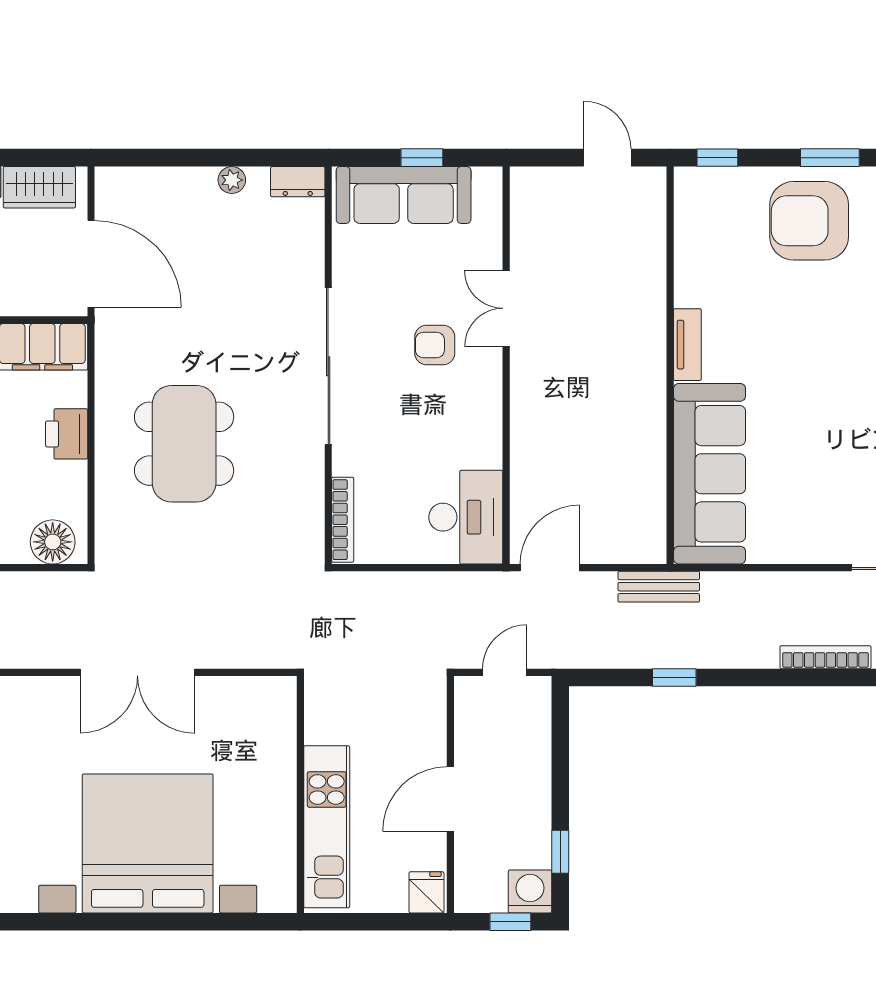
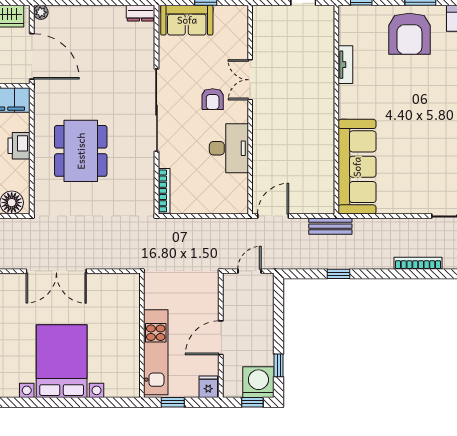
plant: (232, 180) -> (41, 12), moved
sofa: (404, 195) -> (187, 20), width x0.73
armchair: (809, 221) -> (409, 34), turned -90
armchair: (435, 345) -> (213, 99), turned -90
tv unit: (687, 345) -> (345, 65), moved
desk: (466, 517) -> (229, 148), moved
bed with nightstands: (148, 843) -> (62, 361), width x0.73
washing machine: (530, 891) -> (258, 382), width x1.37, depth x1.37
window: (359, 922) -> (173, 402), added

